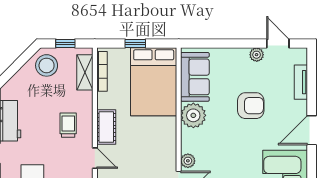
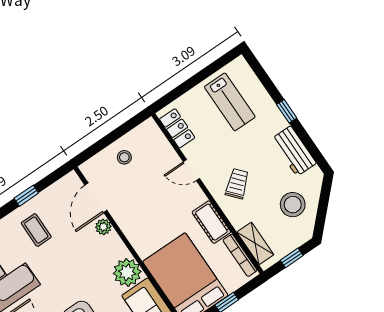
stool: (47, 65) -> (293, 205), moved
trolley: (68, 125) -> (237, 184), turned -131
cot: (106, 127) -> (211, 222), moved

